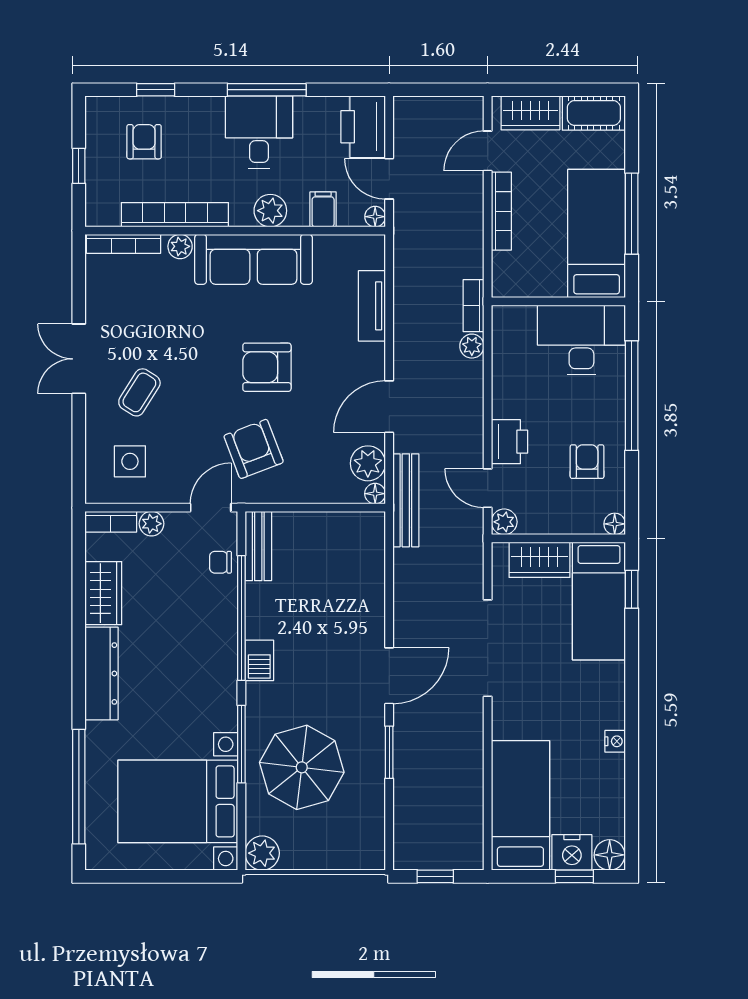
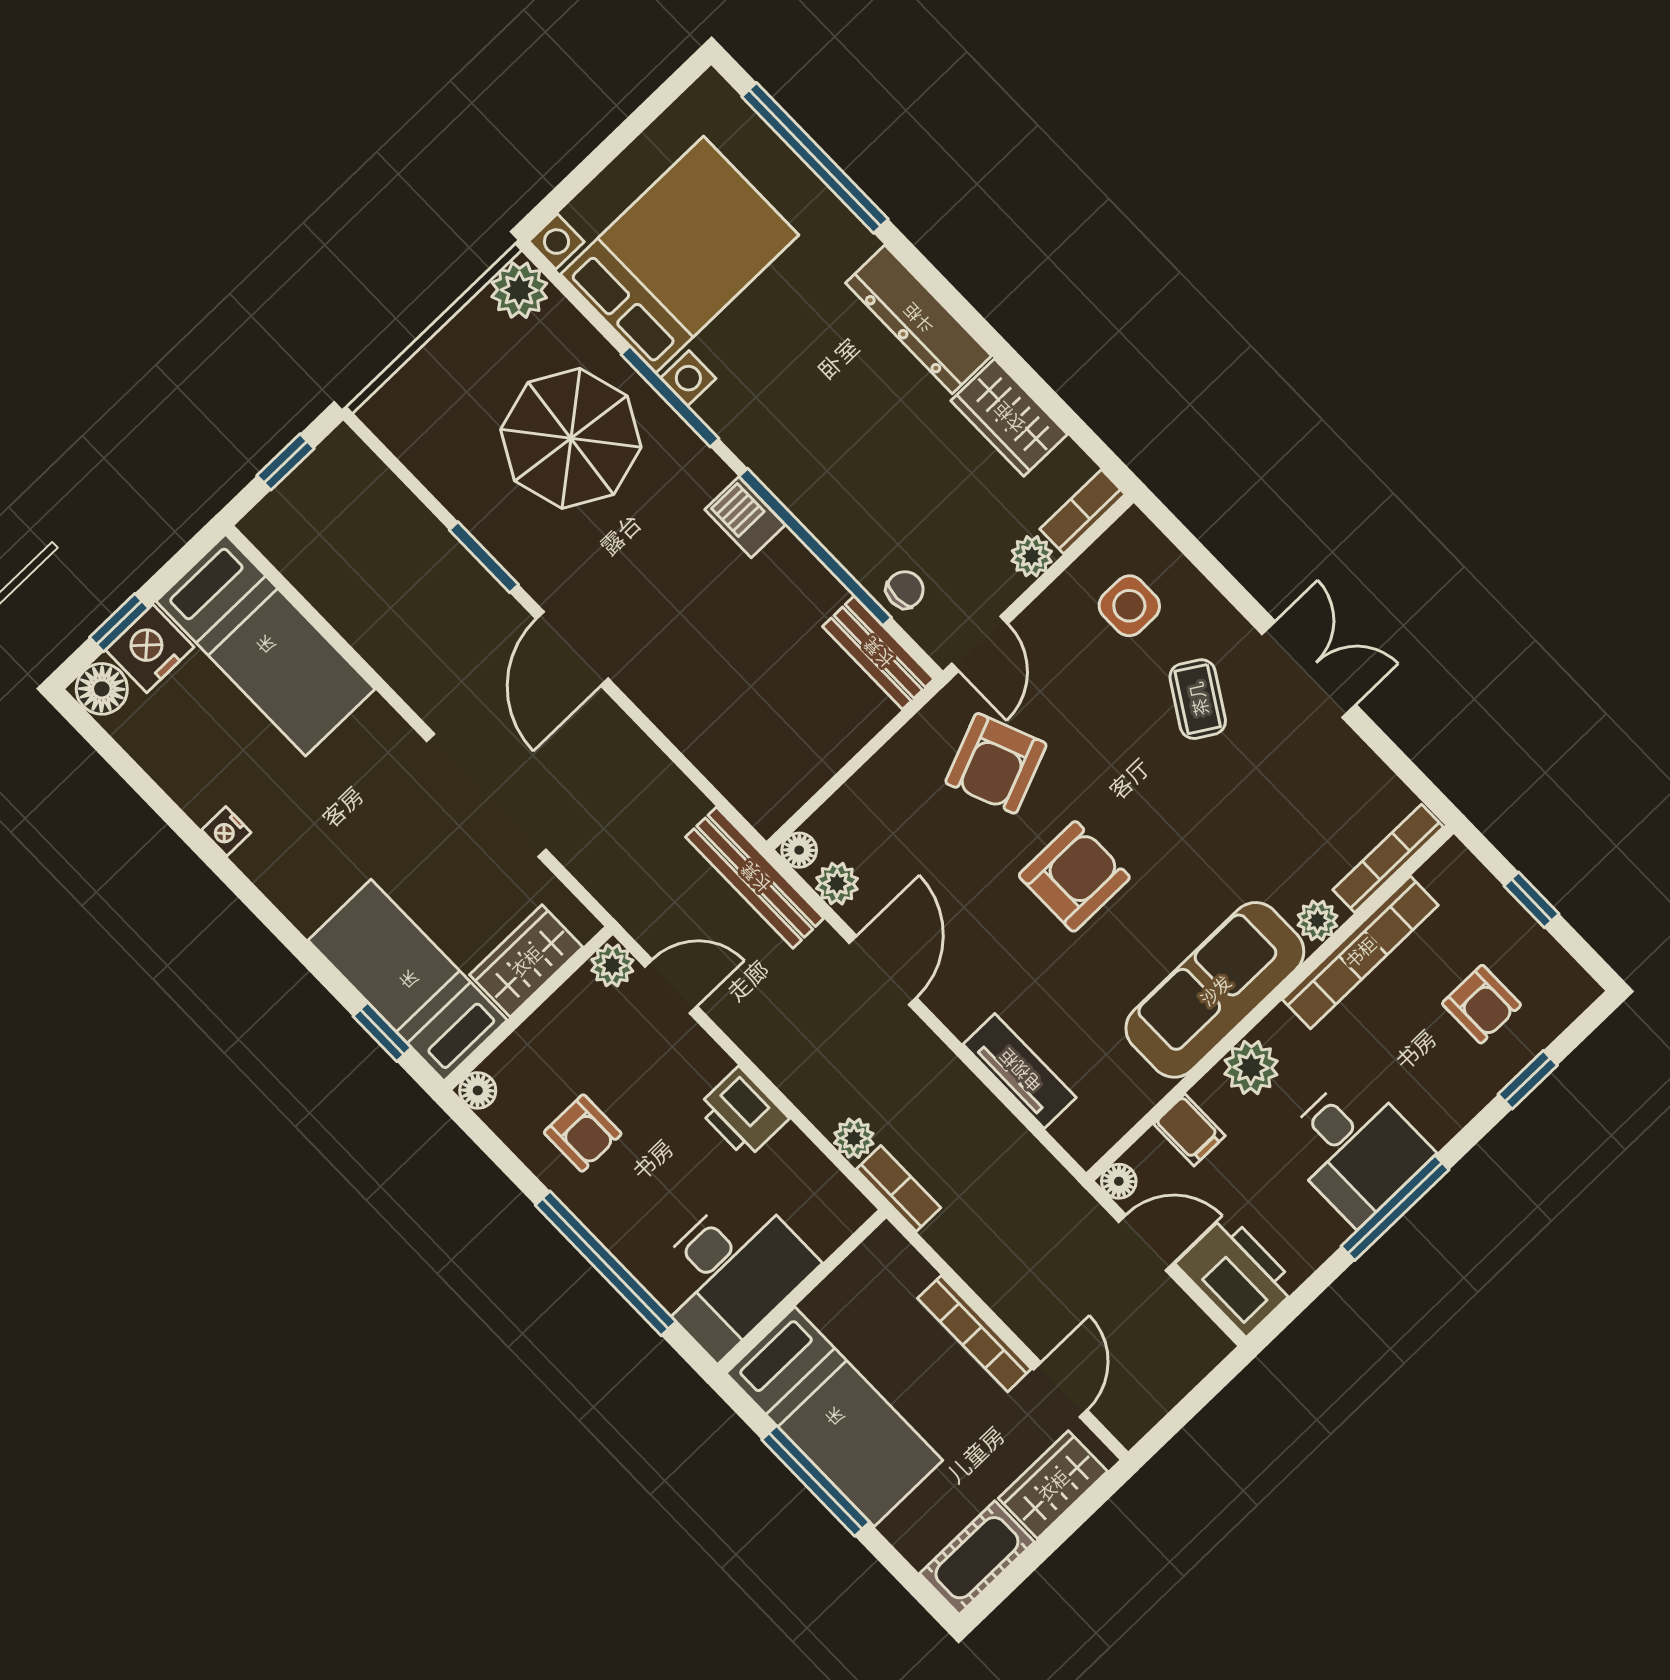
printer: (509, 442) -> (743, 1113), moved
armchair: (254, 449) -> (996, 763), turned 89
plant: (368, 463) -> (837, 884), width x0.73, depth x0.73

